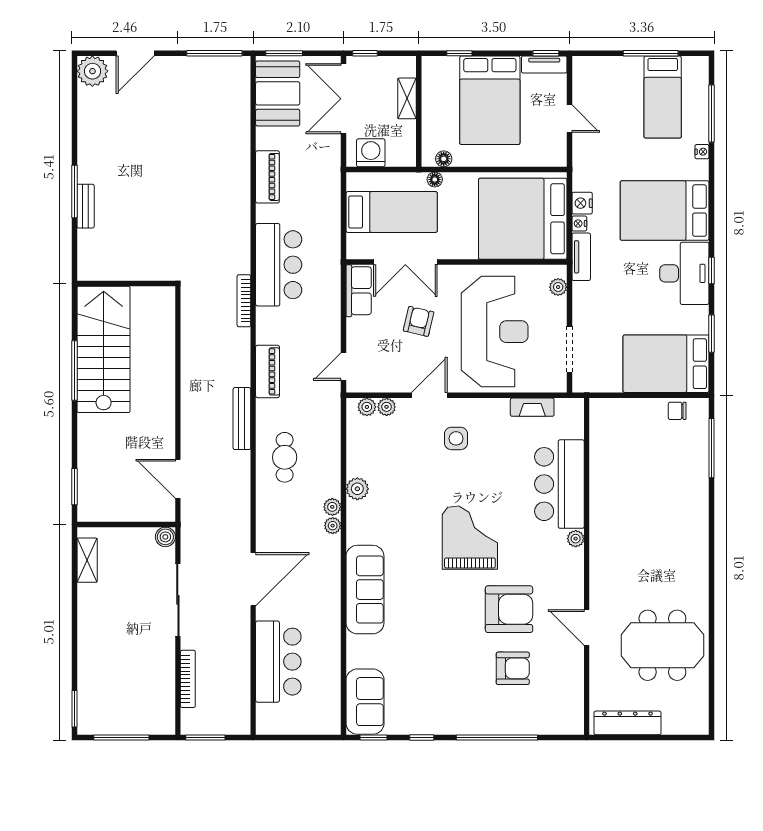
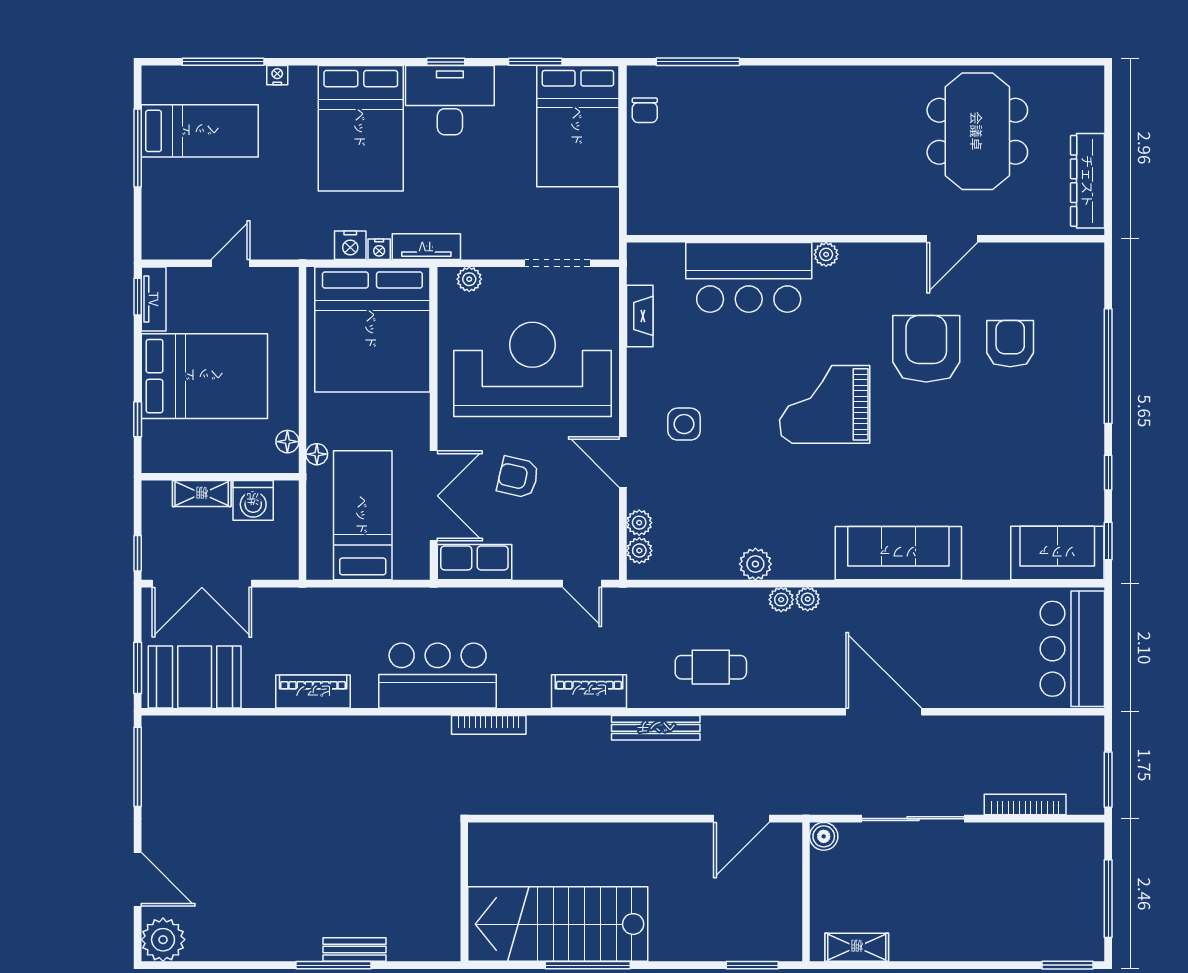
washing machine: (371, 153) -> (253, 500), moved, turned -90
bar counter: (278, 662) -> (1072, 649), moved, turned -90

